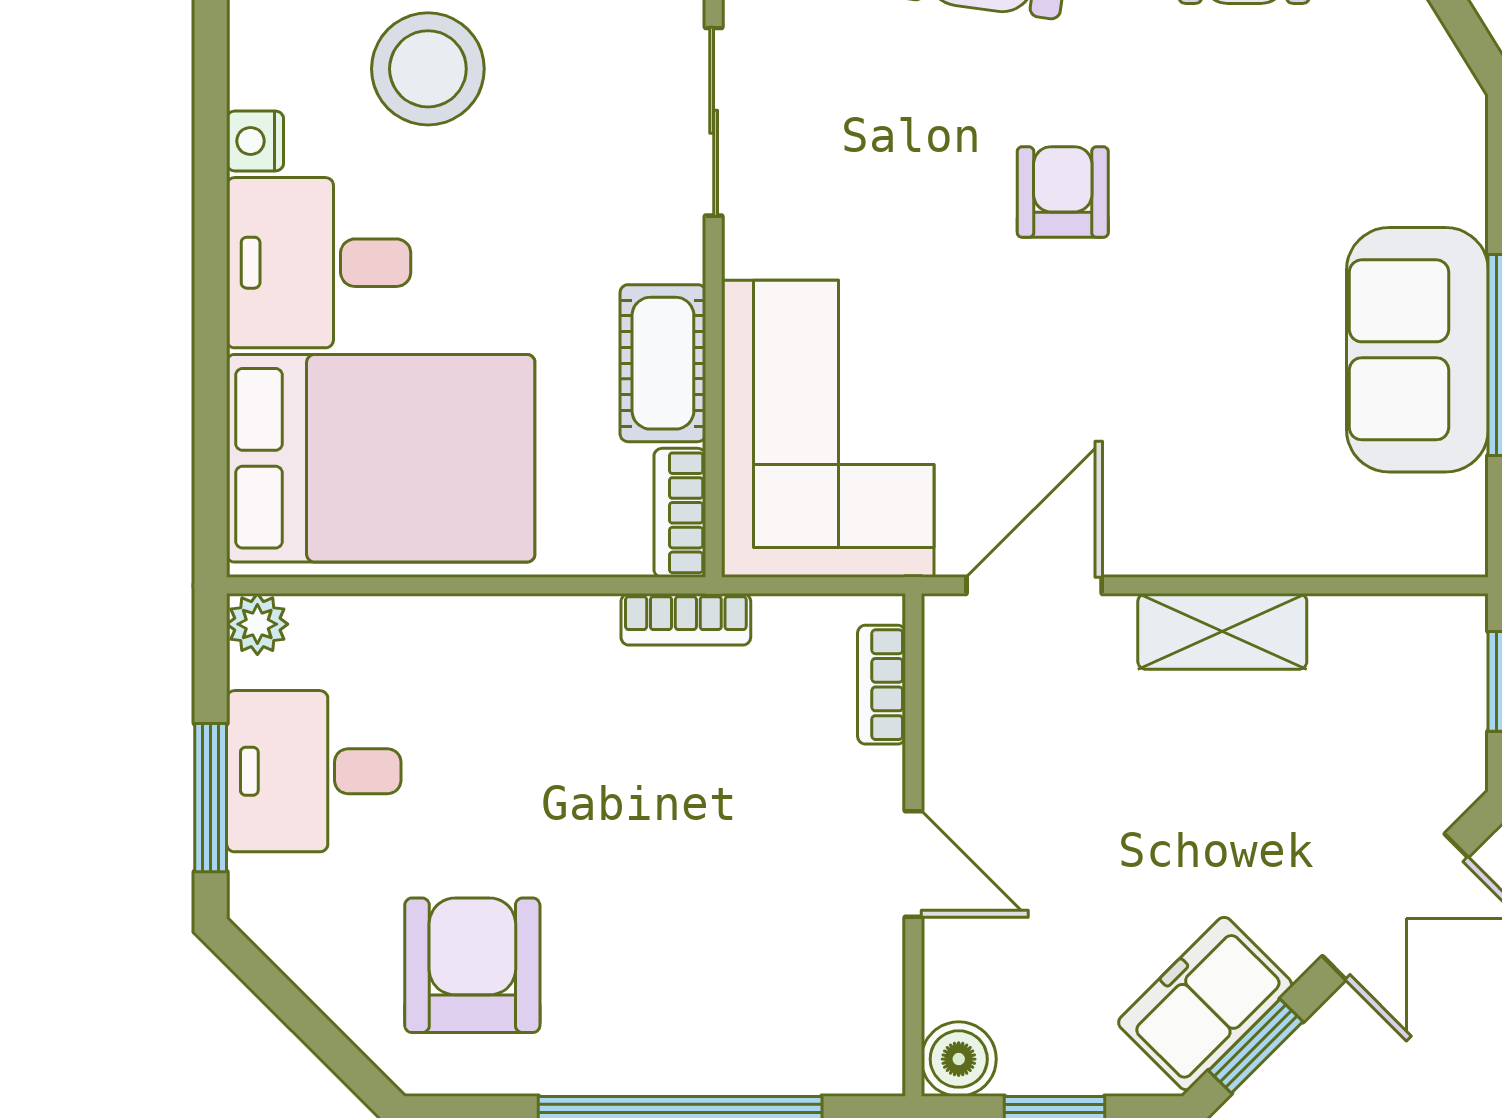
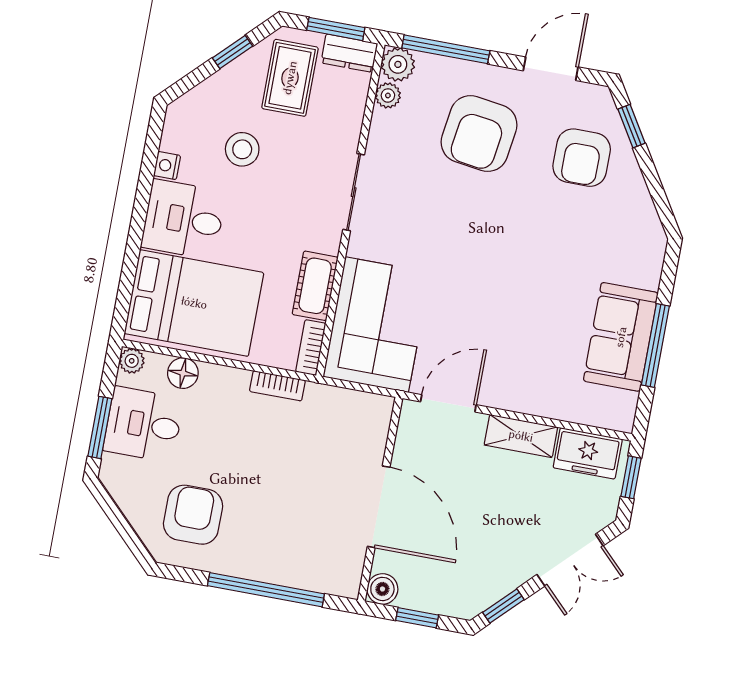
stool: (428, 69) -> (242, 149), width x0.73, depth x0.73
armchair: (1063, 192) -> (489, 247), removed
bookcase: (686, 619) -> (277, 386), moved
floor lamp: (385, 631) -> (183, 373), added
bookcase: (882, 685) -> (379, 432), removed
door: (913, 864) -> (379, 507), width x1.87
freezer: (1205, 1004) -> (588, 453), moved, turned -135

